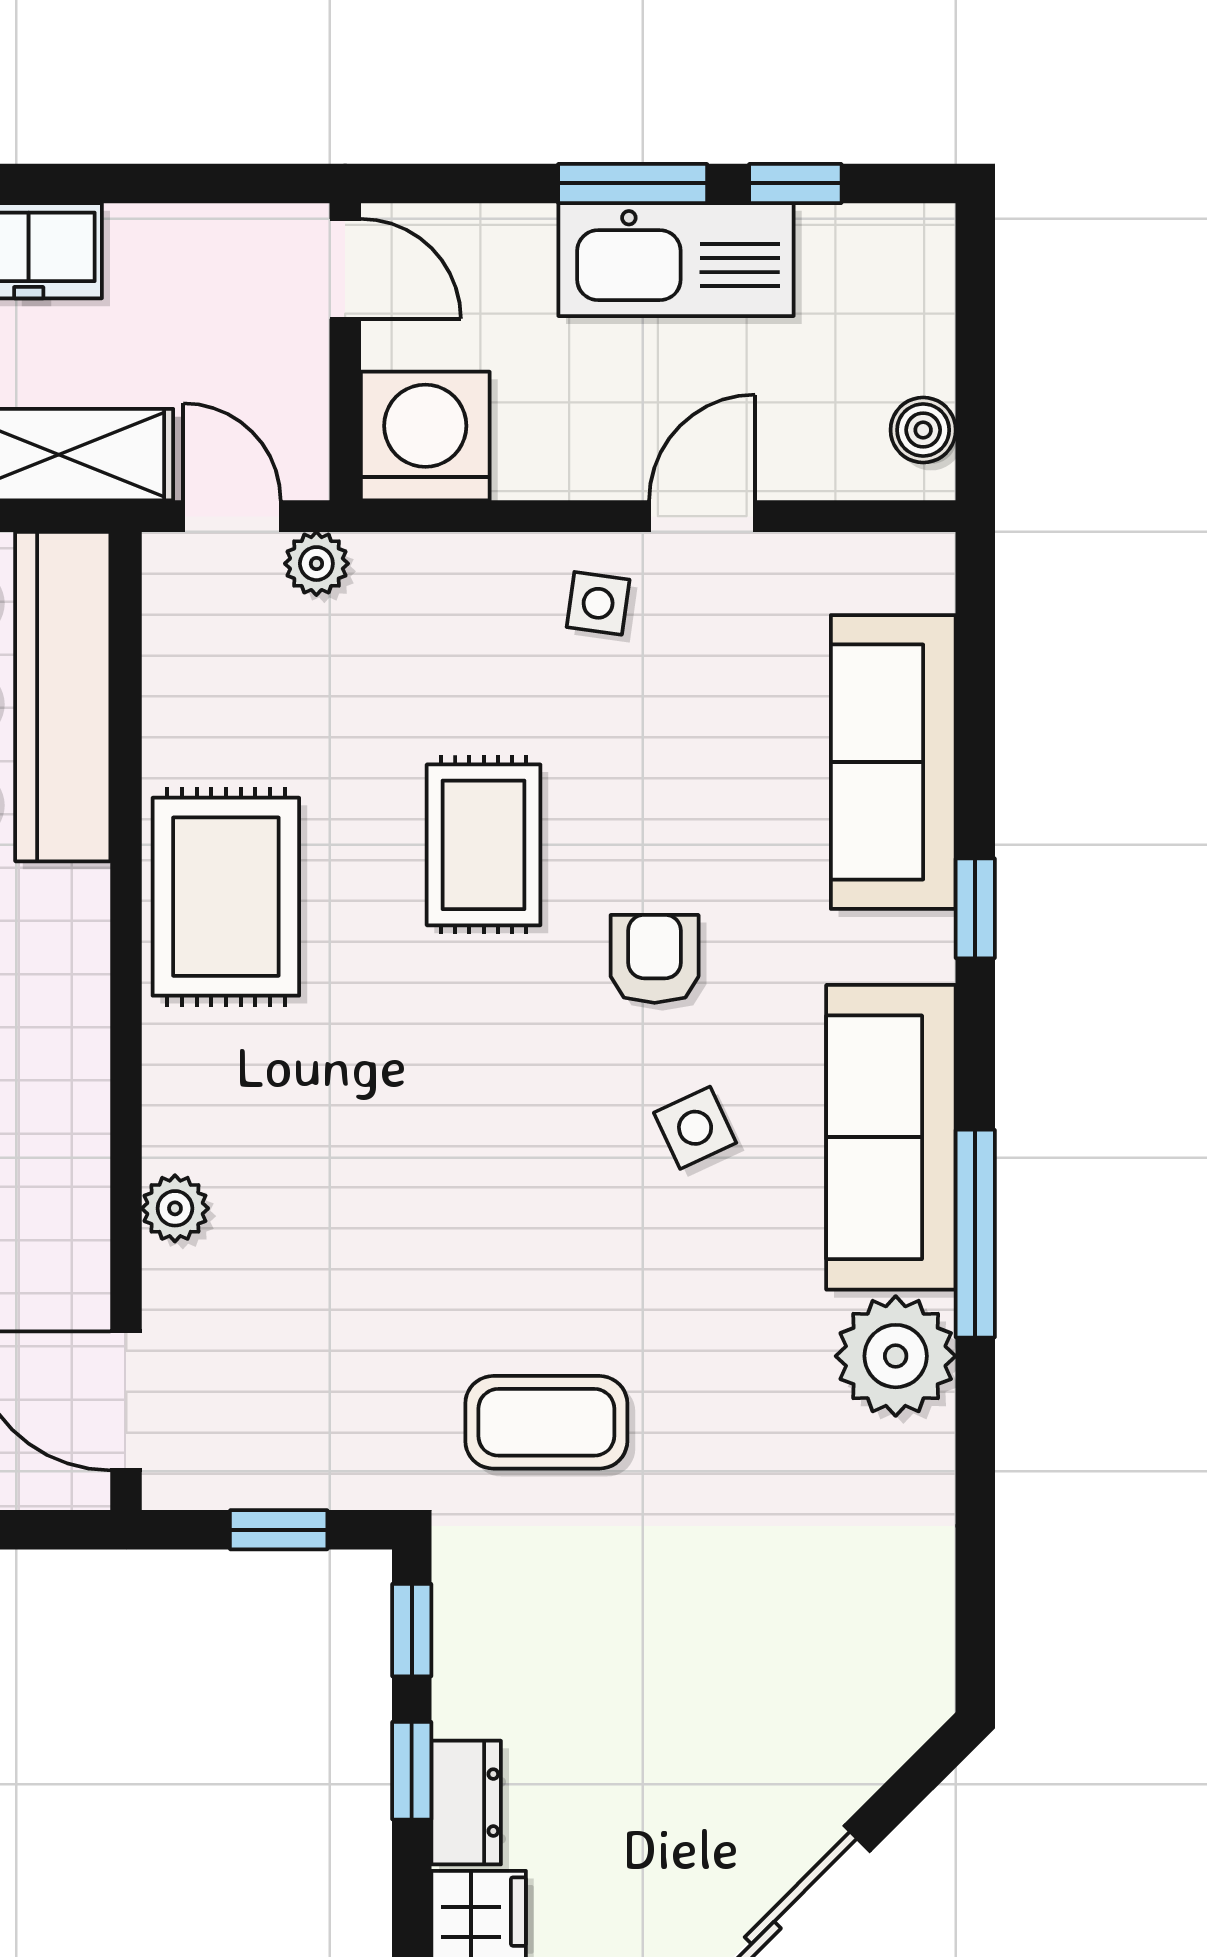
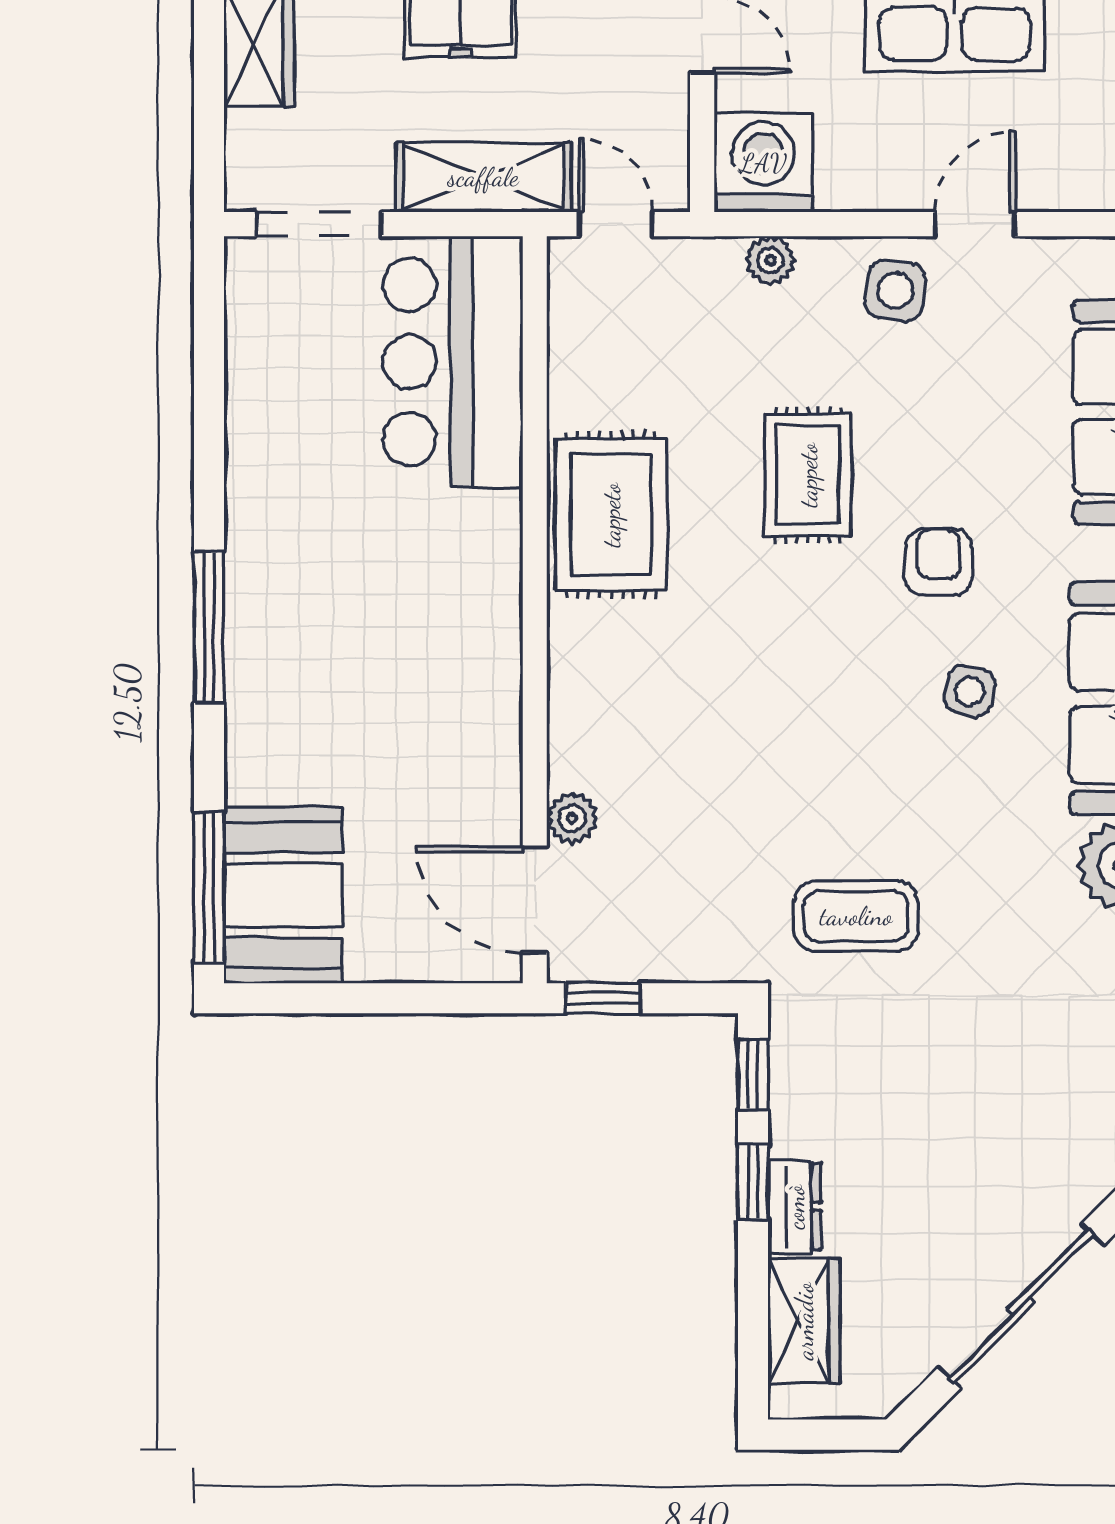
plant: (316, 564) -> (770, 260), moved
side table: (598, 603) -> (895, 291), width x1.37, depth x1.37
side table: (695, 1128) -> (969, 691), turned 38
plant: (175, 1208) -> (572, 818), moved
window: (279, 1530) -> (603, 998), moved

